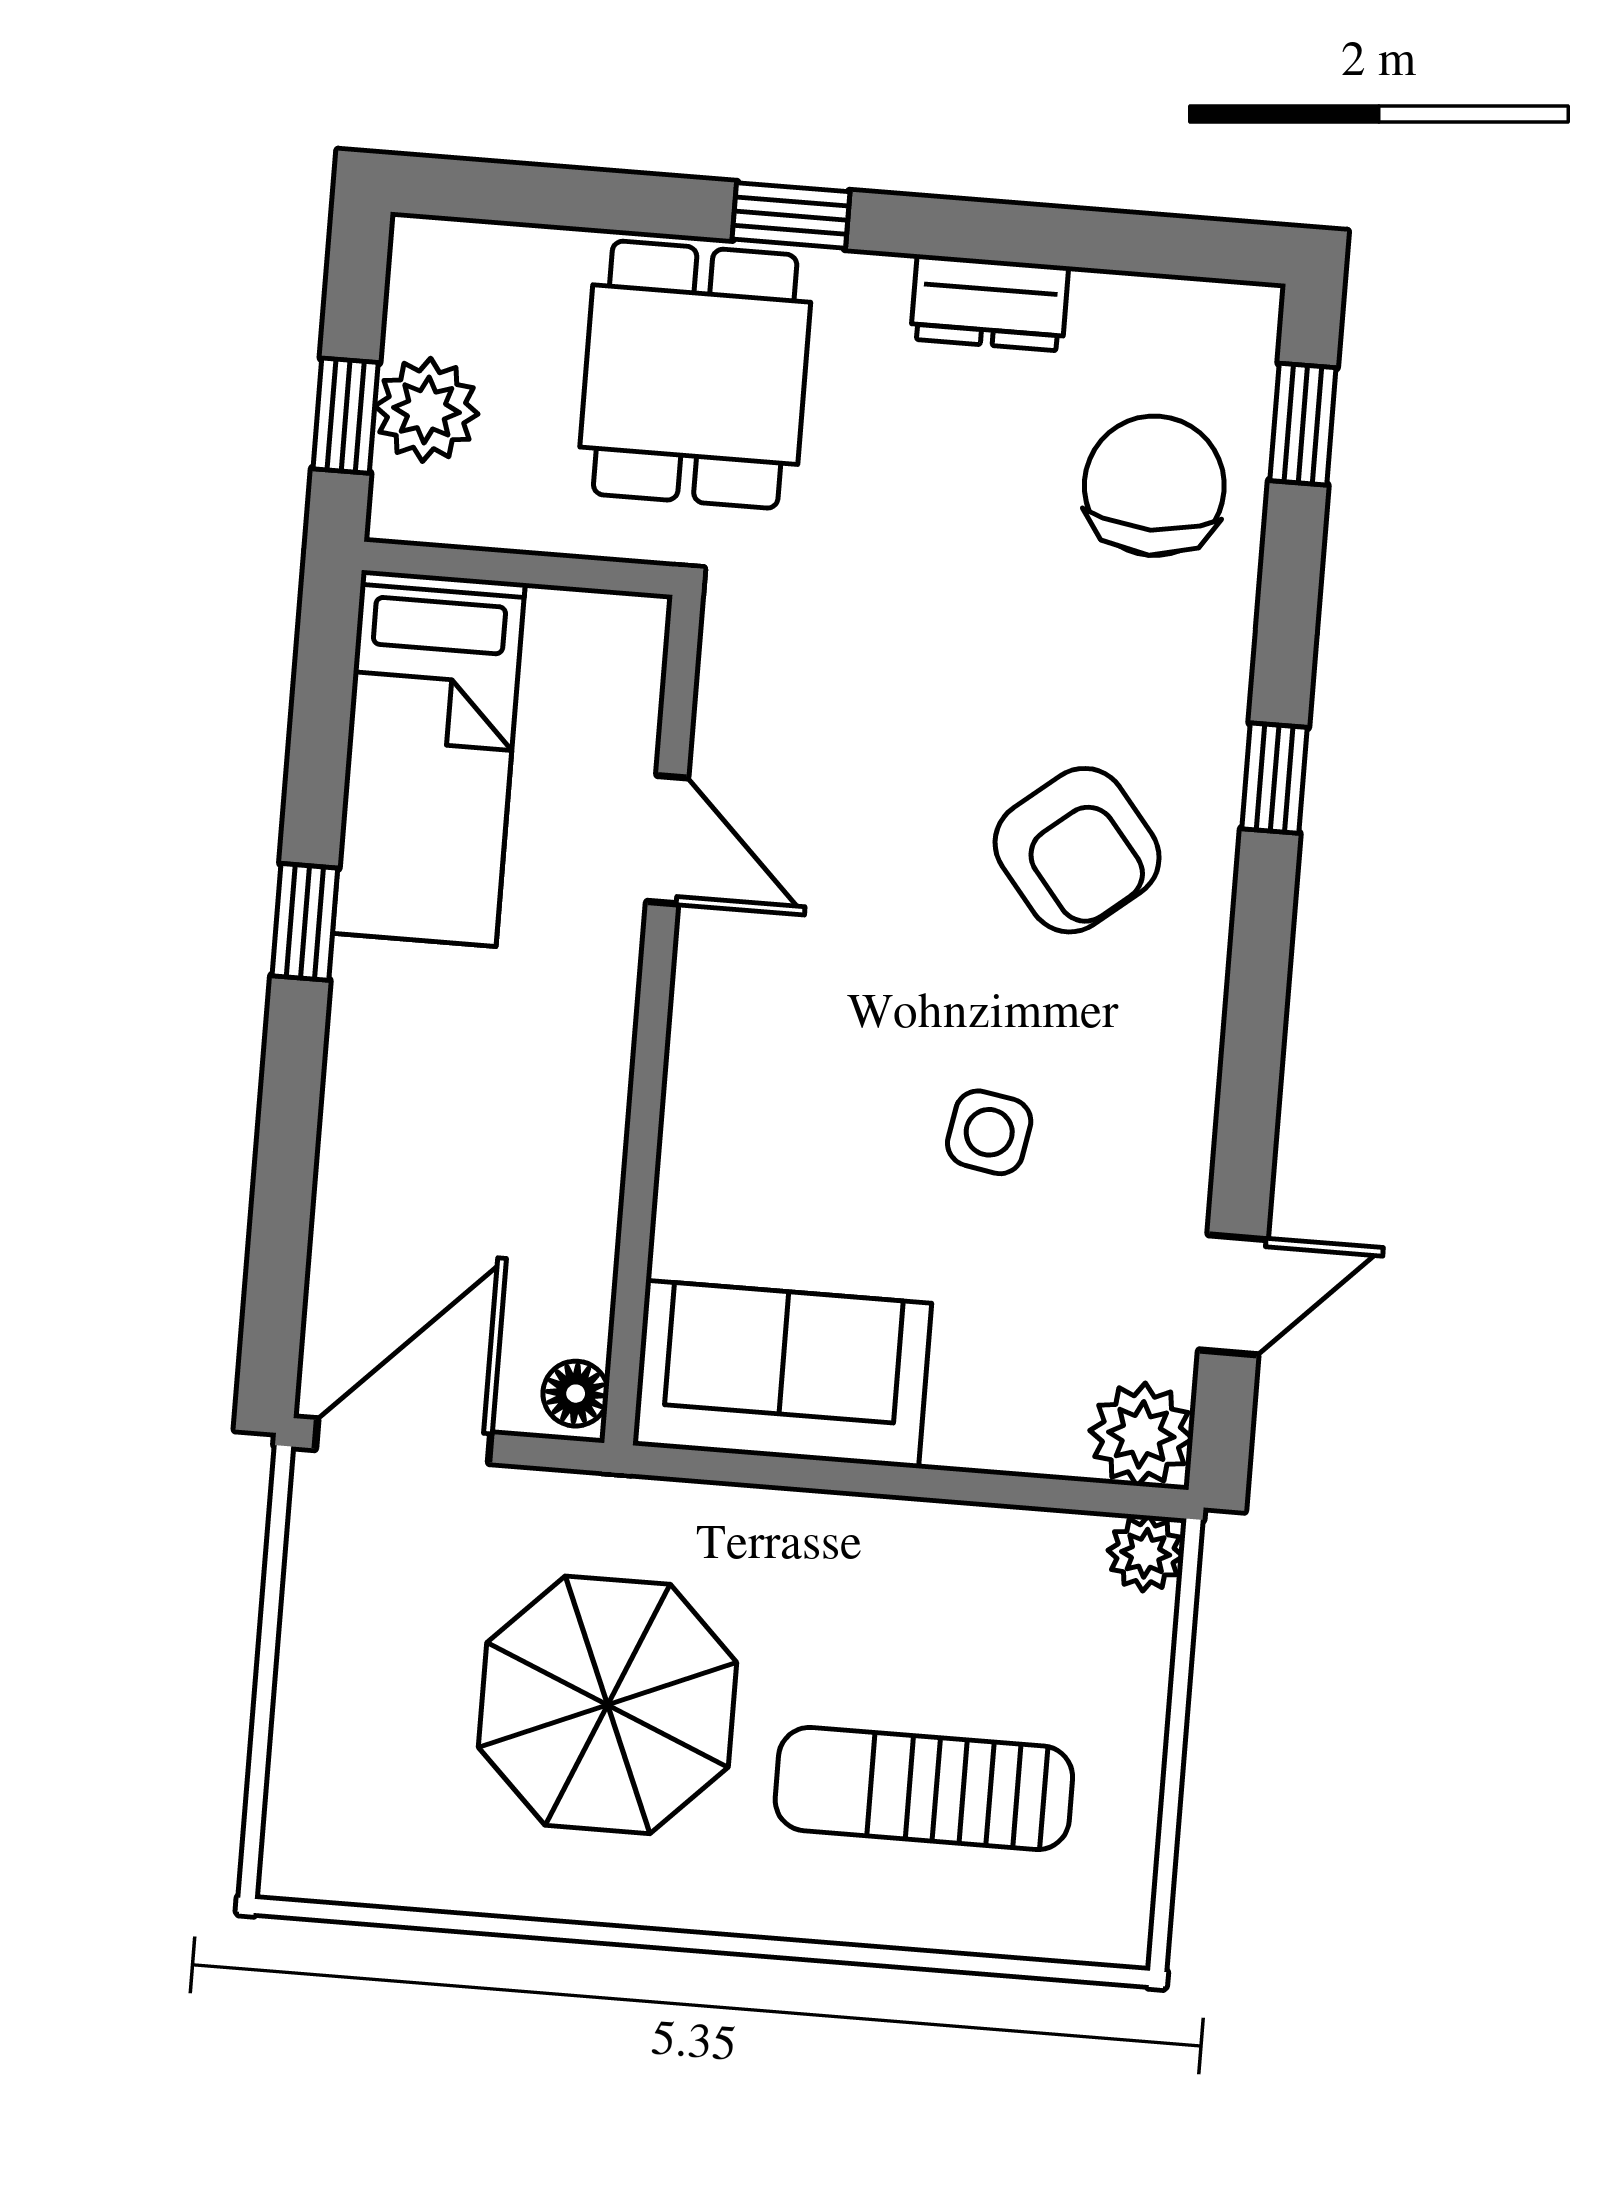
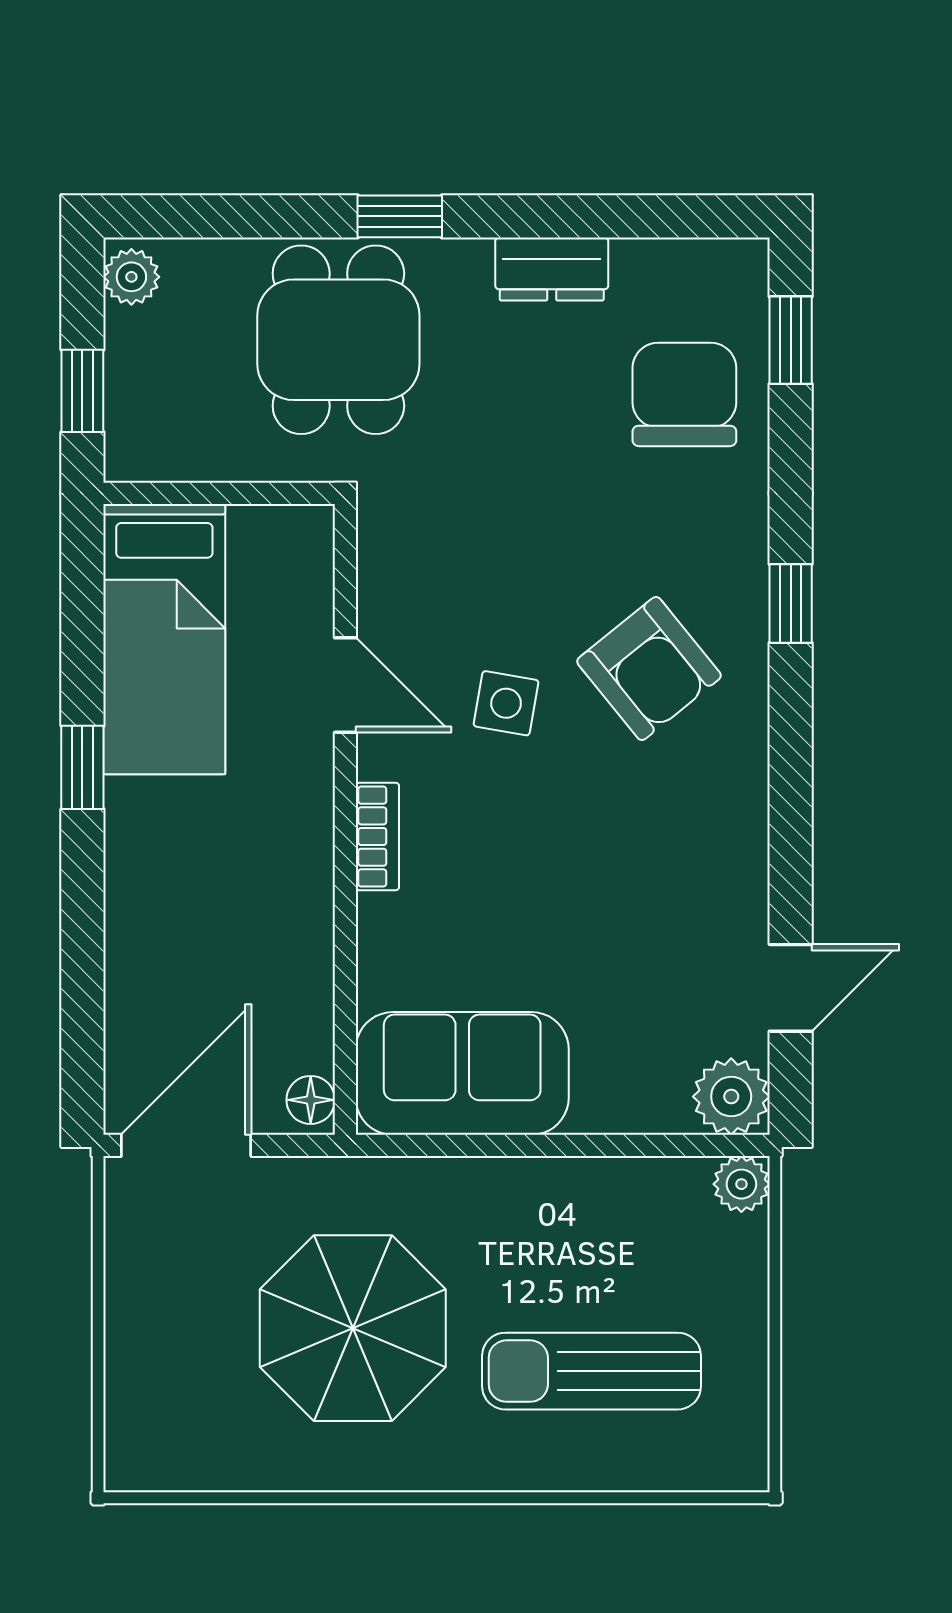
plant: (426, 410) -> (131, 277), moved, width x0.73, depth x0.73
bookcase: (694, 1047) -> (377, 837), added
side table: (989, 1132) -> (506, 703), moved

